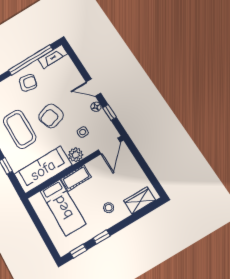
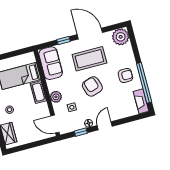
armchair: (28, 83) -> (125, 75), turned -104
sofa: (43, 170) -> (51, 63), width x0.73

